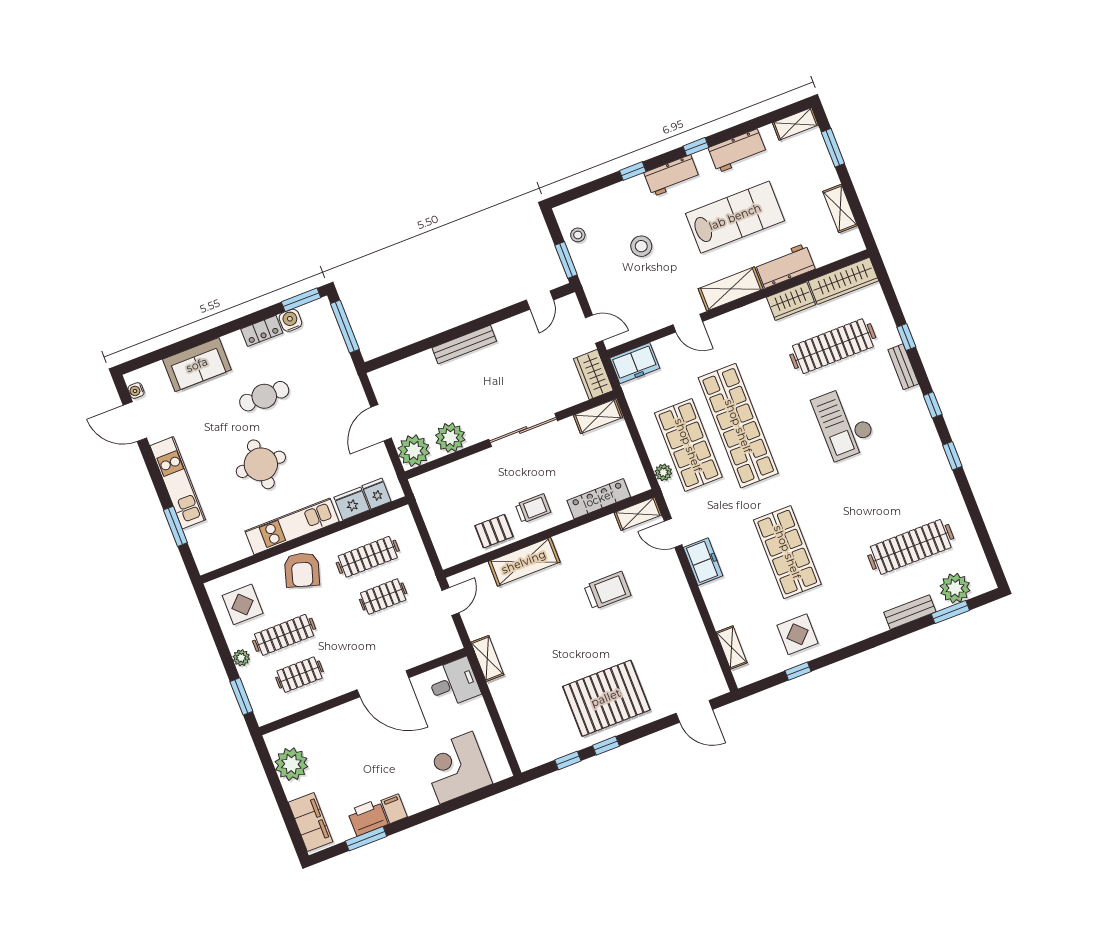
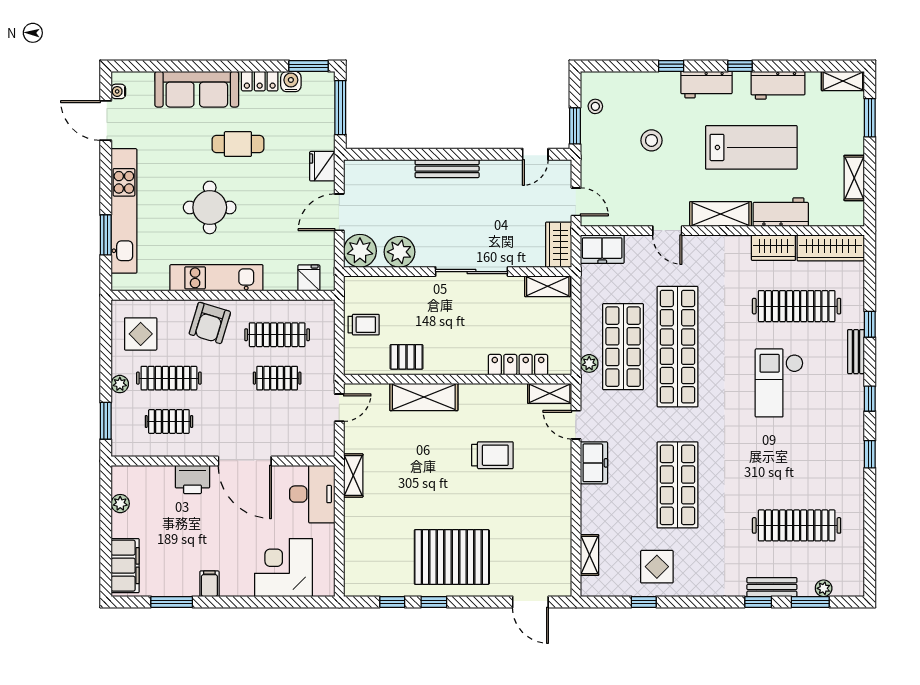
sofa: (197, 365) -> (197, 89), width x1.36
kitchen unit: (178, 483) -> (124, 211), width x1.36
fridge: (352, 504) -> (322, 166), moved, turned -90
trolley: (533, 508) -> (364, 325), moved
plant: (955, 588) -> (824, 588), width x0.53, depth x0.53
window: (903, 631) -> (758, 602), added
desk: (454, 683) -> (312, 494), width x1.37
plant: (291, 764) -> (120, 504), width x0.53, depth x0.53
printer: (368, 818) -> (192, 479), moved, turned 180

